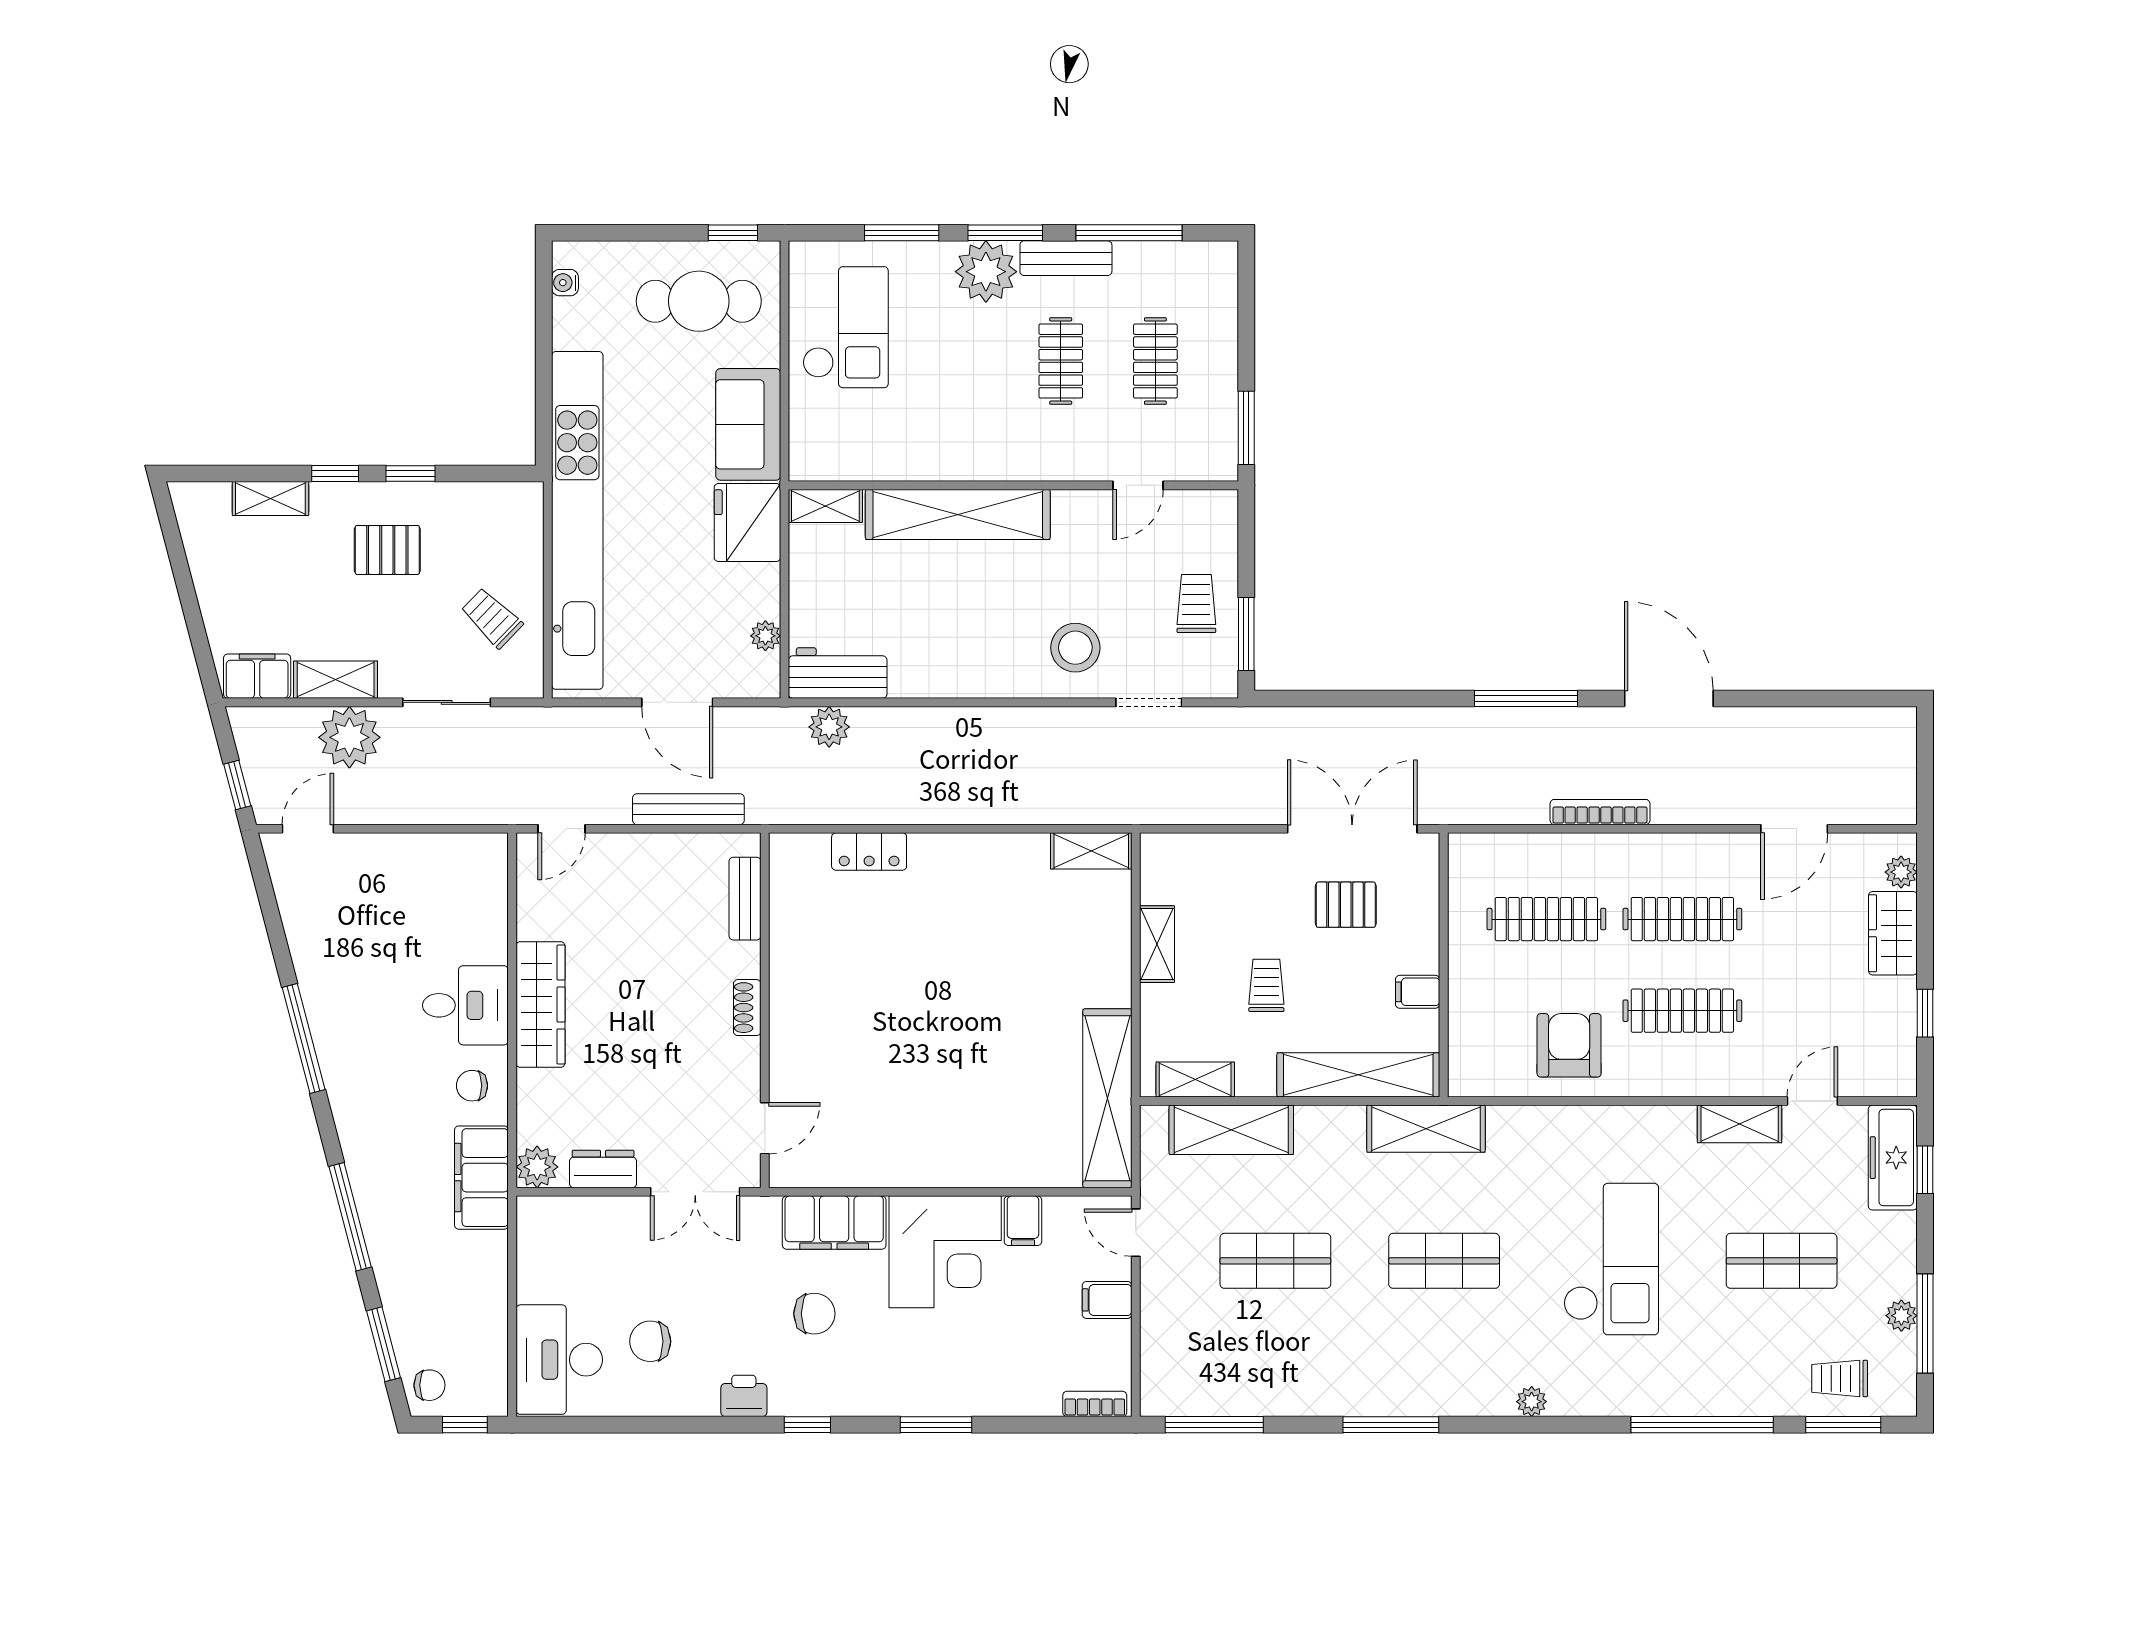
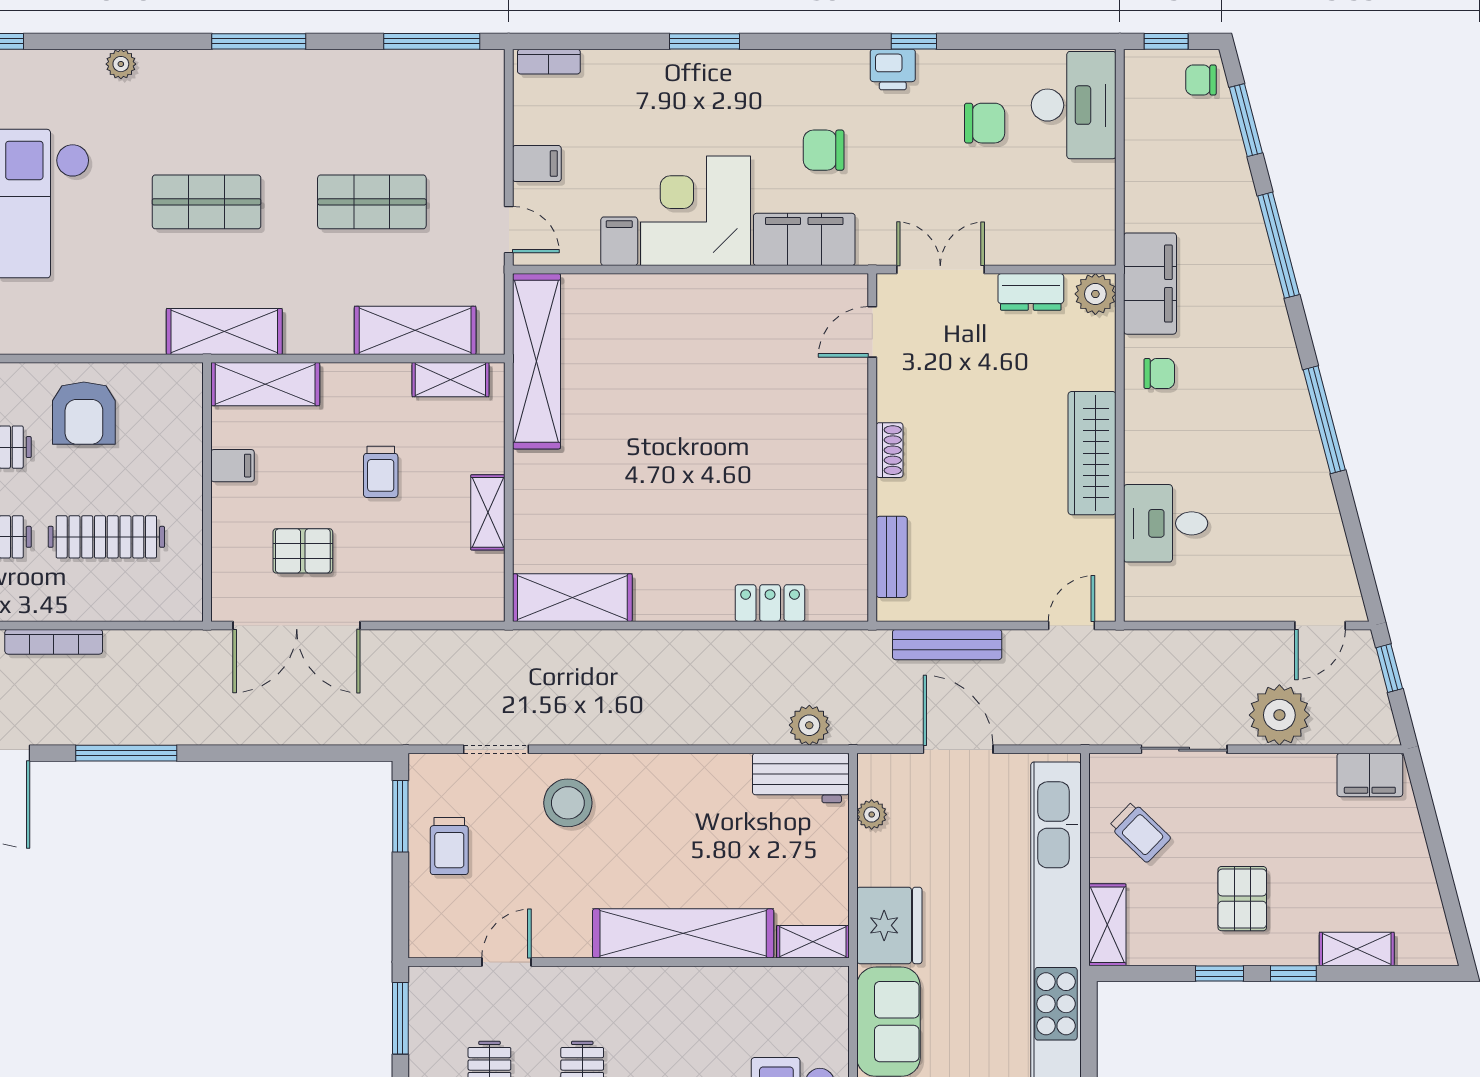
pallet: (387, 550) -> (1242, 899), turned 90
shelving: (336, 680) -> (1107, 925), moved, turned 90
shelving: (1091, 851) -> (572, 598), width x1.50, depth x1.33
desk: (465, 1005) -> (1166, 523), moved
shelving: (1358, 1075) -> (265, 384), width x0.68
window: (807, 1425) -> (914, 41), moved

